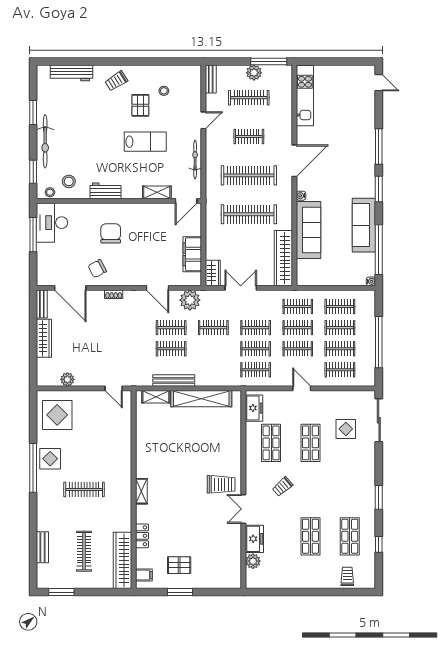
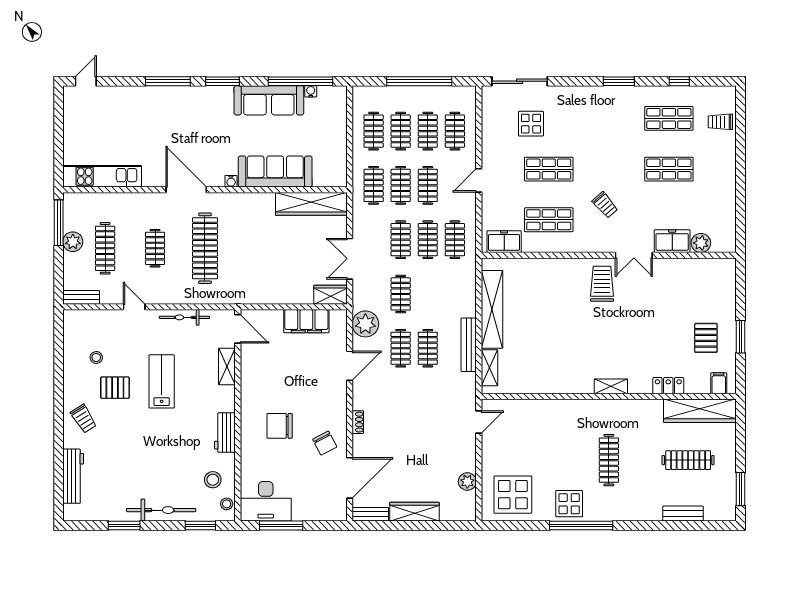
clothes rail: (249, 214) -> (255, 248), removed
water cooler: (371, 281) -> (311, 91), moved

